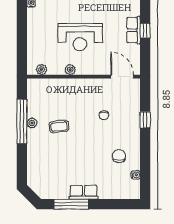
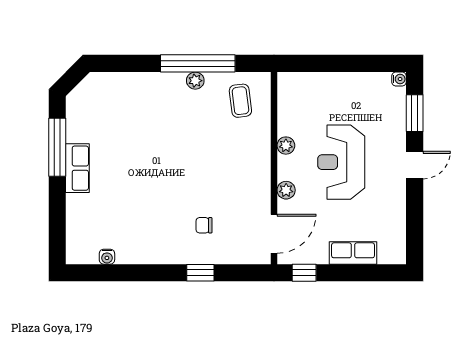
window: (145, 30) -> (304, 273), moved
plant: (42, 69) -> (286, 190), moved
chair: (104, 115) -> (204, 225), moved
coffee table: (59, 127) -> (240, 101), moved
chair: (119, 156) -> (139, 228), removed

